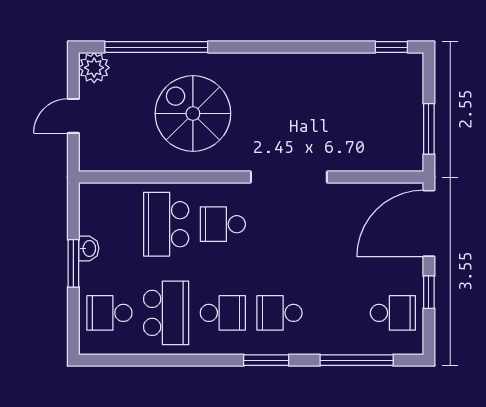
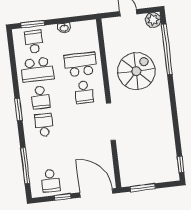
school desk: (223, 224) -> (84, 92), turned 180
window: (73, 263) -> (33, 24), moved
window: (266, 360) -> (19, 110), moved

